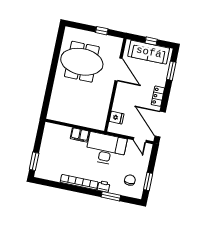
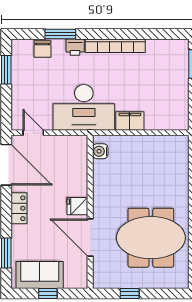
sofa: (149, 52) -> (40, 275), width x0.73
fridge: (117, 118) -> (77, 206), moved
water cooler: (102, 120) -> (100, 151), added
chair: (130, 180) -> (42, 49), moved

